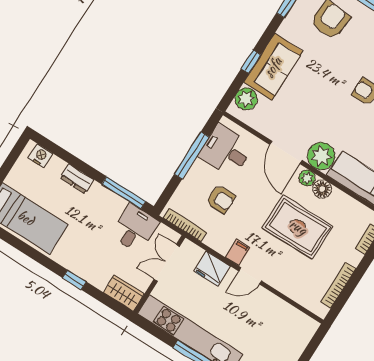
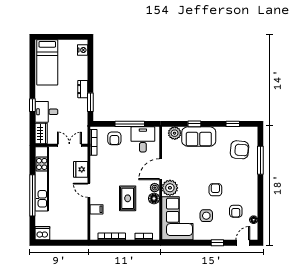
dresser: (77, 179) -> (83, 89), moved
window: (124, 193) -> (90, 102), width x0.69
armchair: (221, 199) -> (114, 138), moved
rug: (298, 227) -> (128, 198), width x0.73, depth x0.70
desk: (135, 228) -> (46, 112), moved, turned 180
filing cabinet: (238, 252) -> (97, 209), moved

